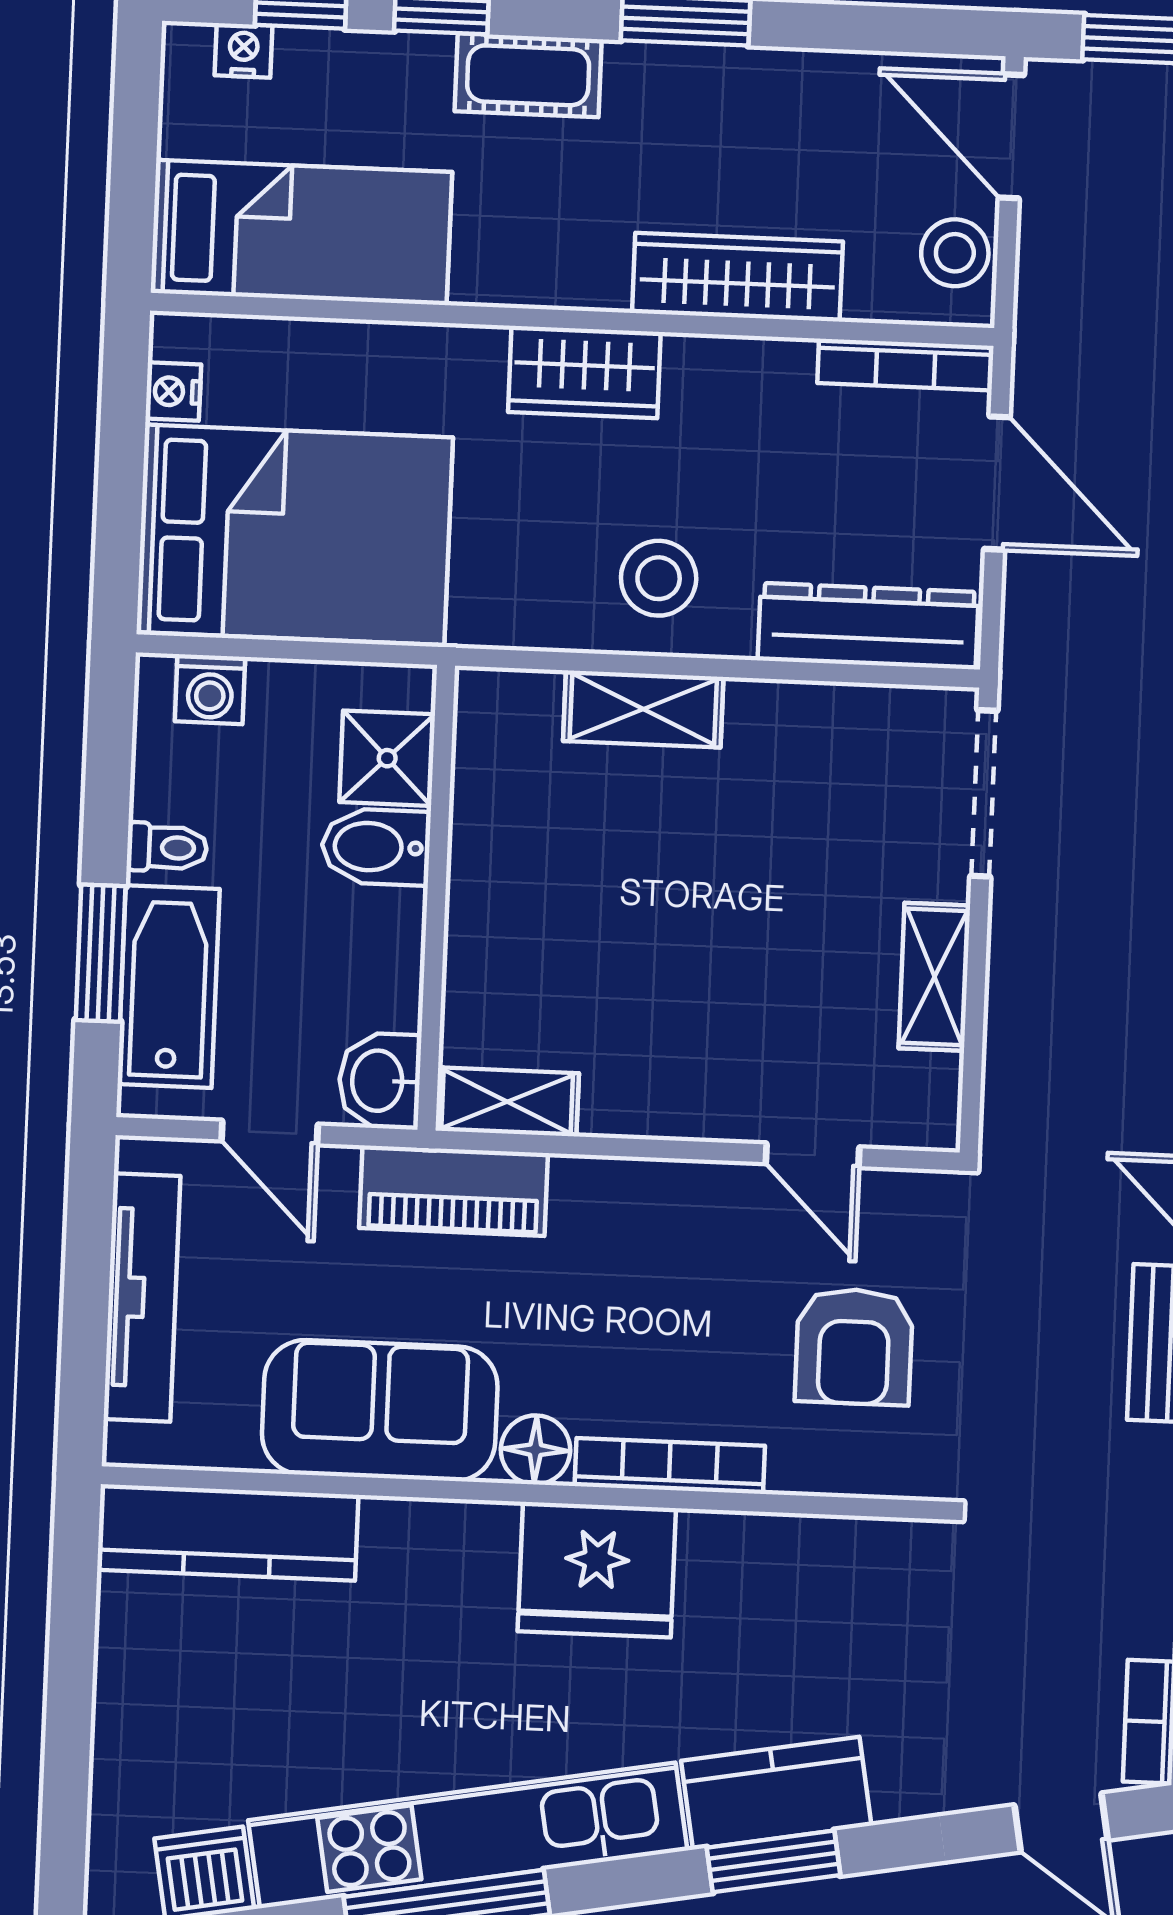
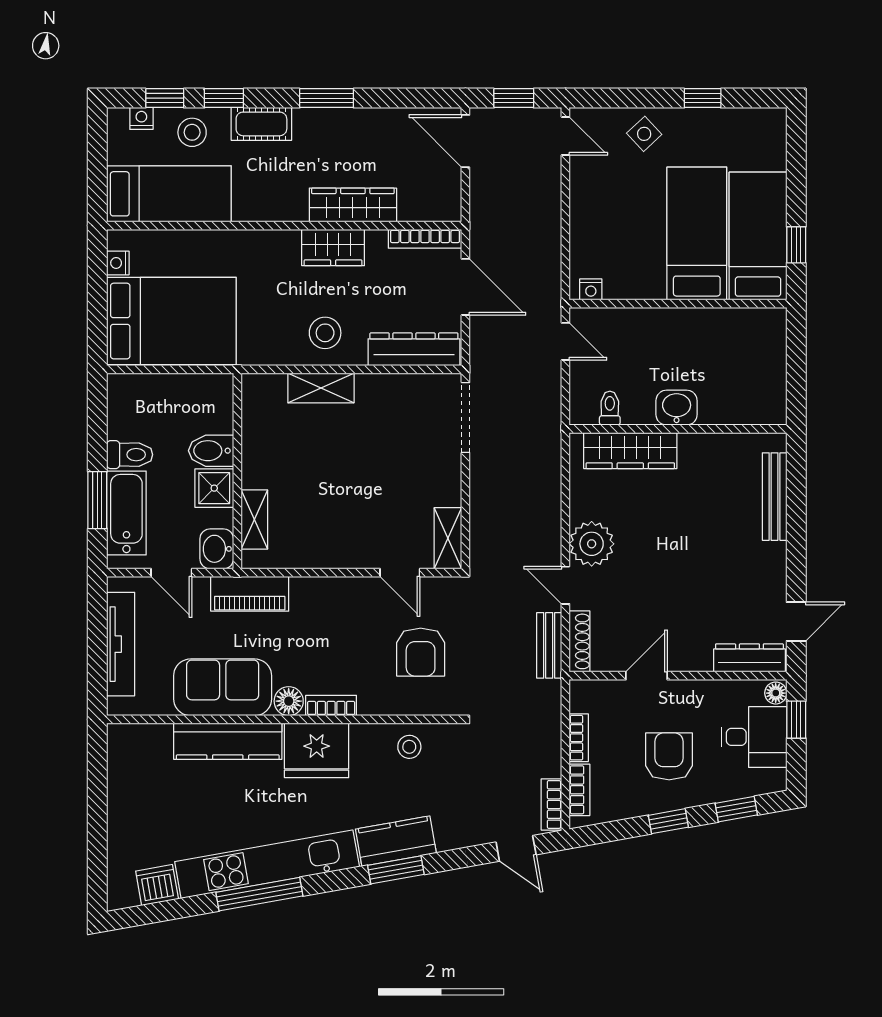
stool: (955, 253) -> (192, 132), moved
wardrobe: (584, 372) -> (333, 248), moved
washing machine: (210, 689) -> (139, 387), removed
shower: (387, 758) -> (214, 488), moved
toilet: (167, 848) -> (130, 455), width x1.37, depth x1.39
shelving: (934, 977) -> (448, 538), moved
shelving: (507, 1102) -> (254, 520), moved, turned 90
bookcase: (670, 1466) -> (331, 706), width x0.64
kitchen counter: (228, 1532) -> (228, 741), moved
stool: (817, 1570) -> (409, 747), added

